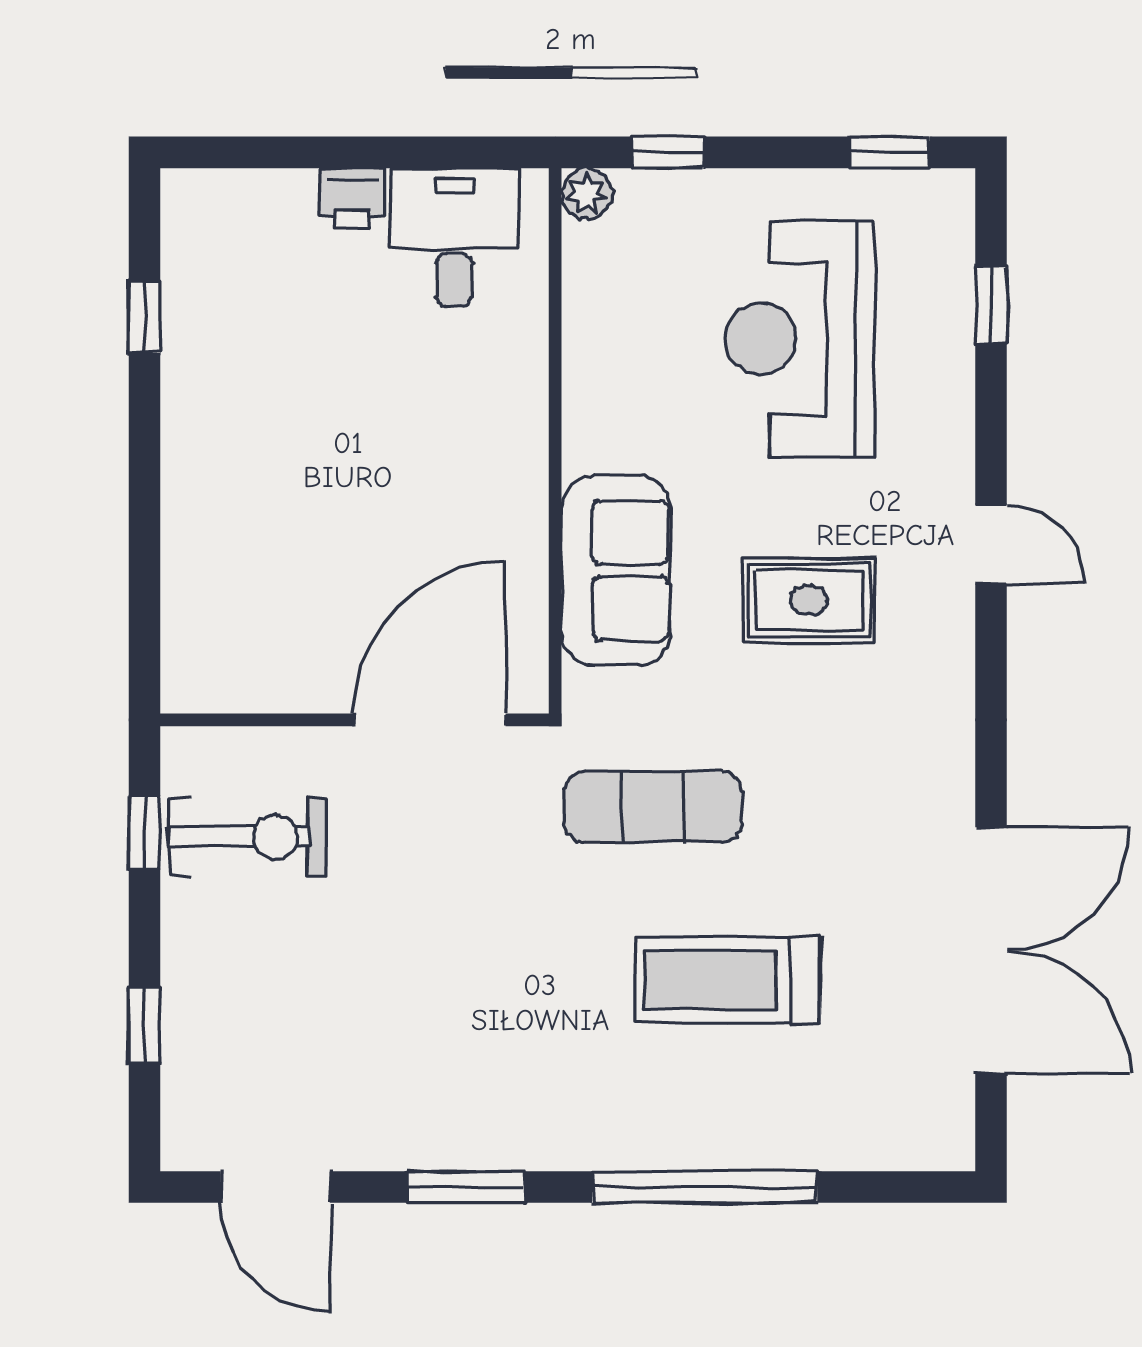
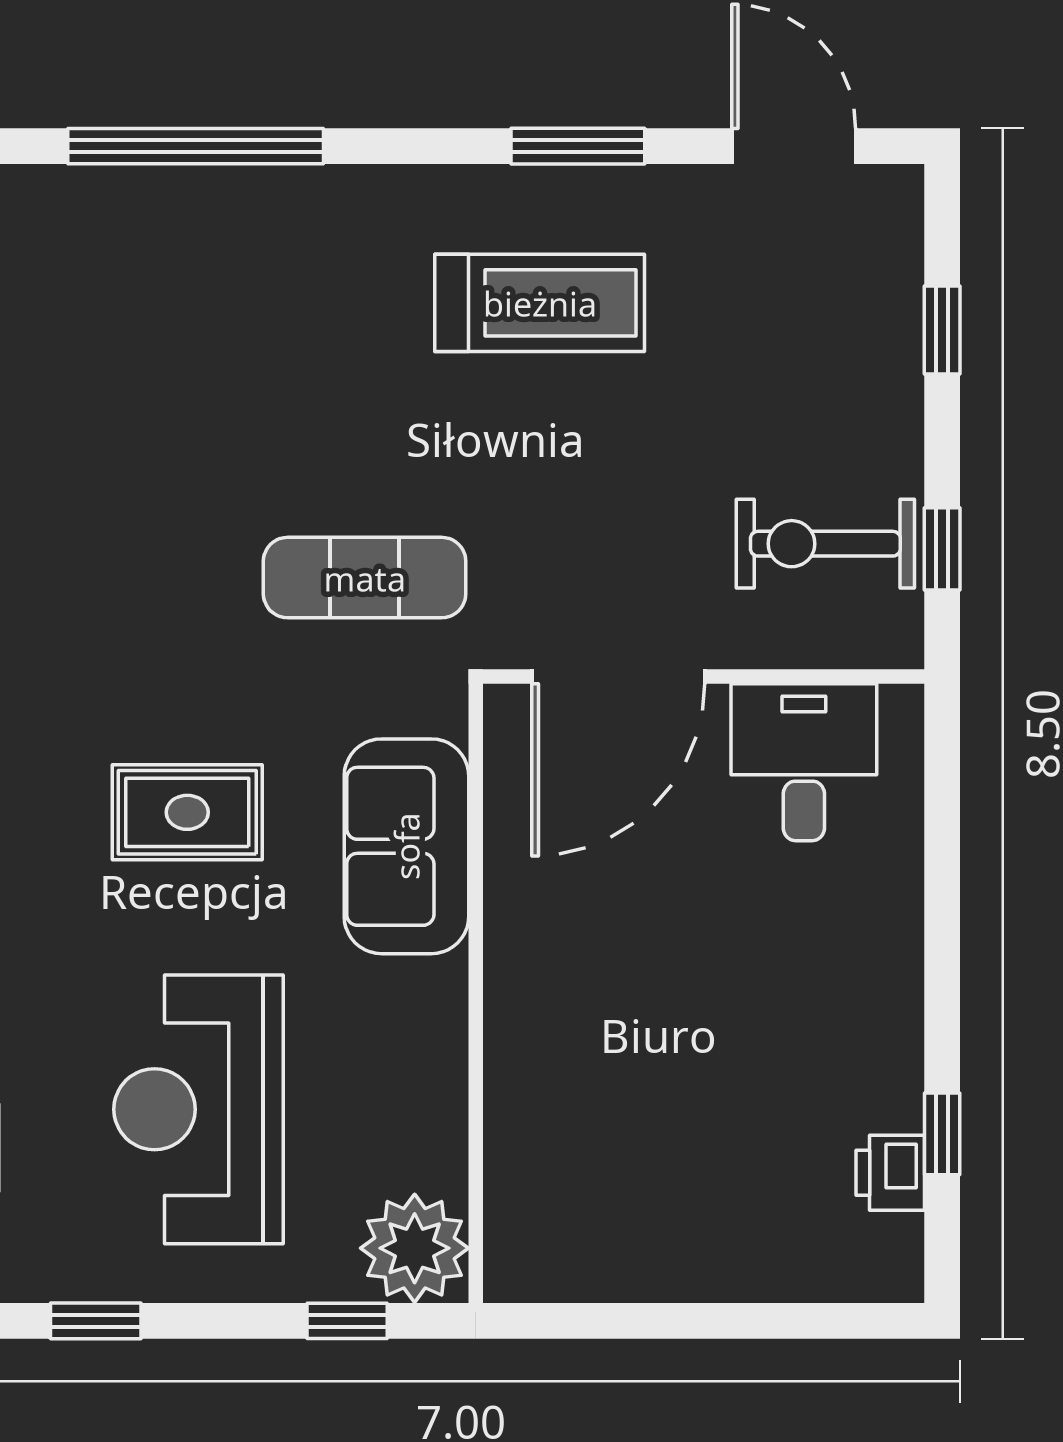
plant: (587, 194) -> (415, 1248), width x1.87, depth x1.87
printer: (352, 198) -> (890, 1173), moved, turned -90
desk: (454, 237) -> (804, 762), moved, turned 180
reception desk: (799, 339) -> (198, 1109), turned 180
treadmill: (728, 980) -> (540, 303), moved
window: (705, 1187) -> (196, 146), moved

